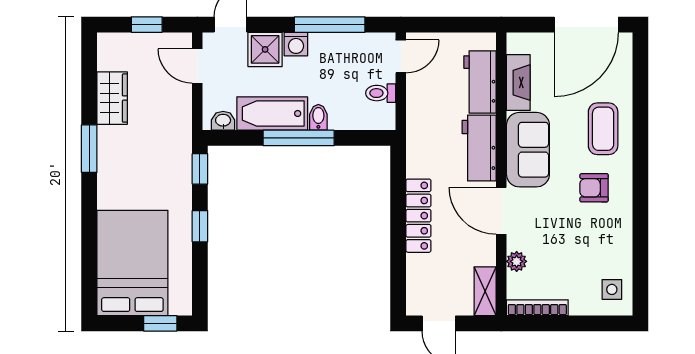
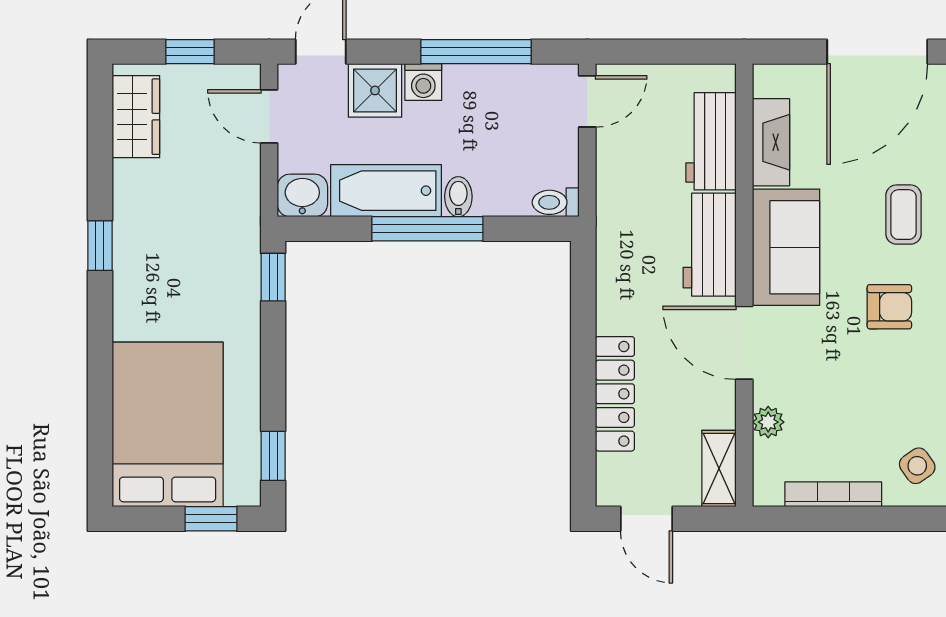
toilet: (381, 93) -> (556, 202), moved
wardrobe: (112, 98) -> (136, 117), moved
washbasin: (223, 121) -> (302, 195), width x1.38, depth x1.45
coffee table: (603, 129) -> (904, 215), width x0.73, depth x0.77
window: (89, 149) -> (100, 246), width x0.67
armchair: (594, 188) -> (889, 307), turned 180
locker: (418, 216) -> (615, 394), moved
window: (200, 226) -> (273, 456), moved
side table: (612, 289) -> (917, 466), turned -35
bookcase: (537, 308) -> (833, 494), moved

